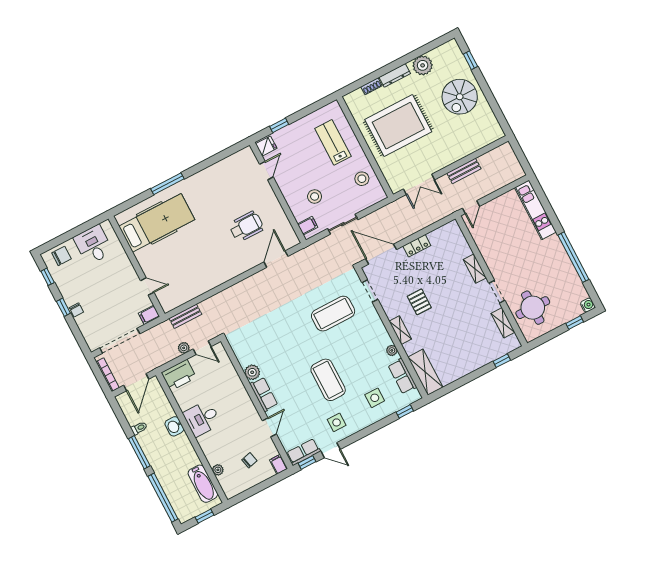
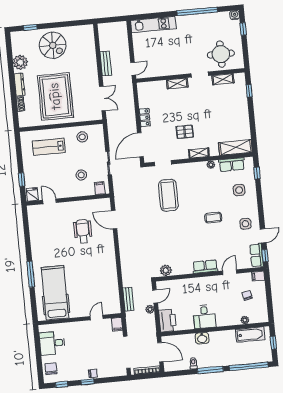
door: (471, 207) -> (133, 69), hinge flipped
plant: (252, 372) -> (166, 270), moved
coffee table: (328, 380) -> (213, 218), width x0.54, depth x0.58
door: (269, 427) -> (230, 272), hinge flipped

